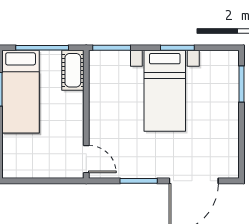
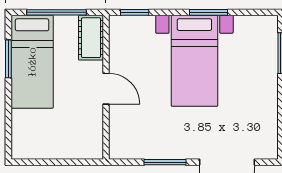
window: (112, 48) -> (135, 12), width x0.67
door: (86, 159) -> (106, 89), moved

